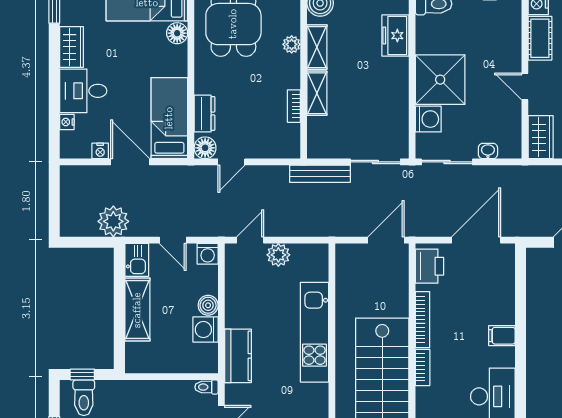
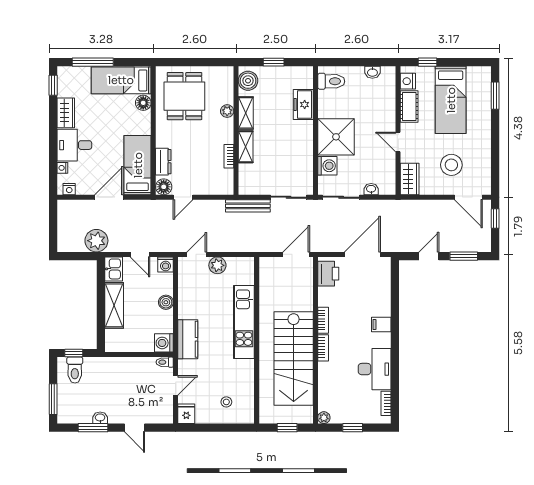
nightstand: (100, 151) -> (69, 189), moved
door: (130, 162) -> (109, 197), hinge flipped
bookcase: (423, 320) -> (323, 320), width x0.64
washing machine: (205, 330) -> (164, 343), moved

